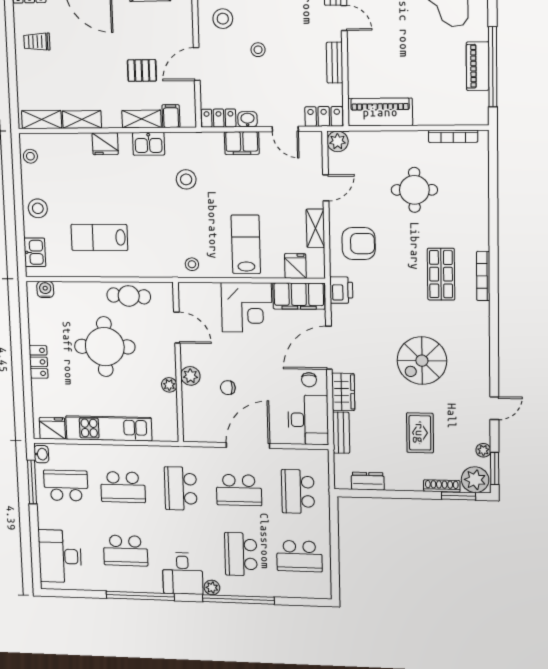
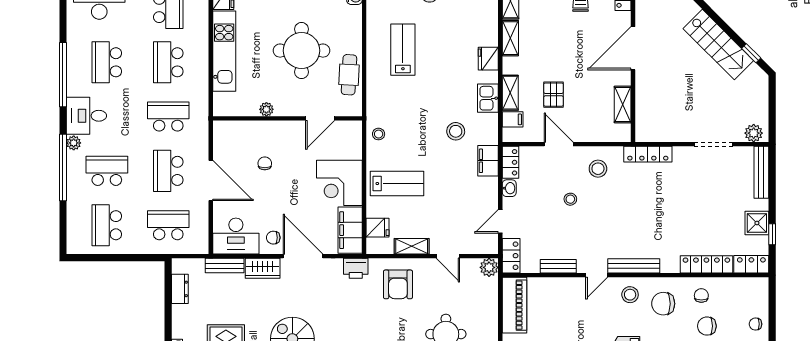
filing cabinet: (242, 143) -> (488, 161), moved
plant: (190, 376) -> (275, 129), removed

